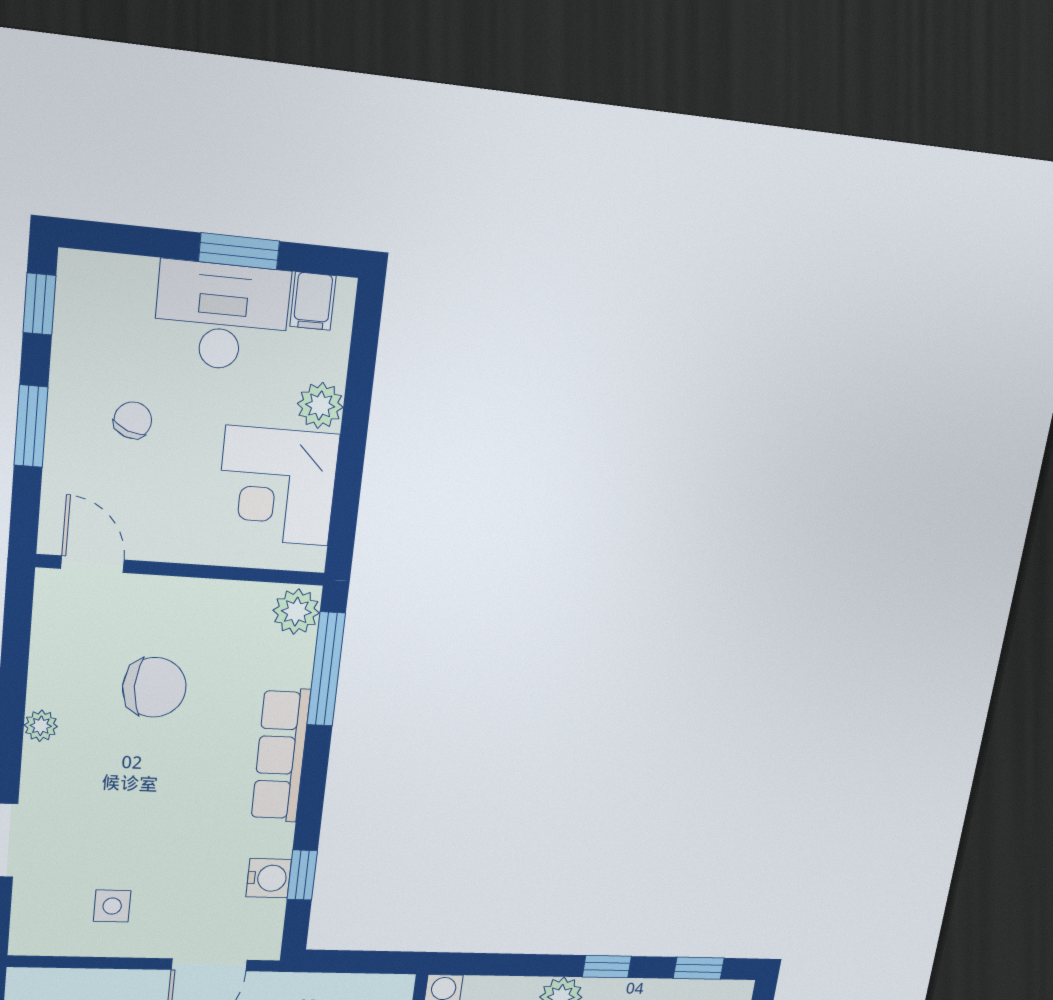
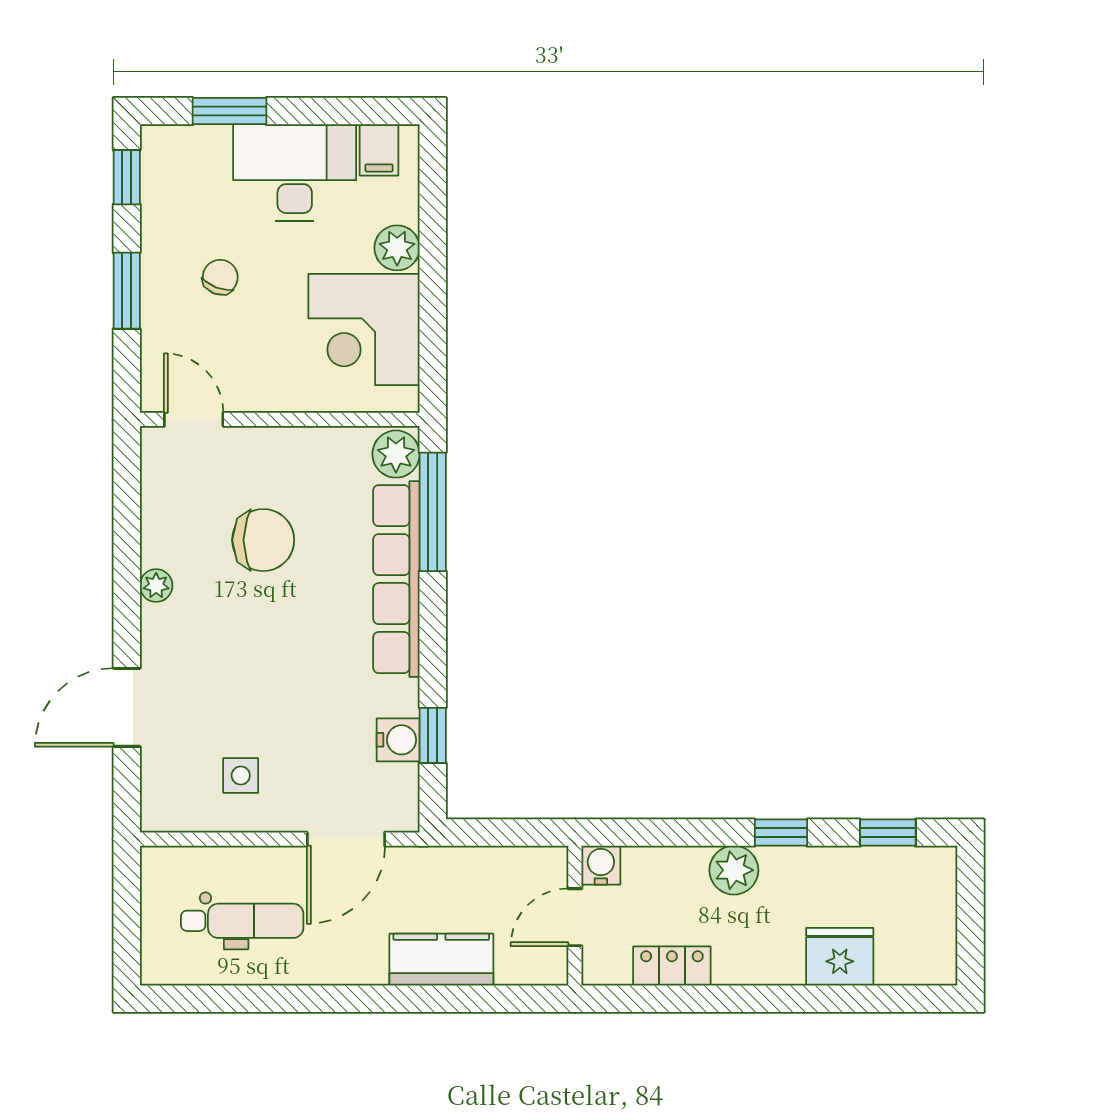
window: (239, 251) -> (230, 111), moved
row of seats: (281, 755) -> (396, 579), width x1.36

